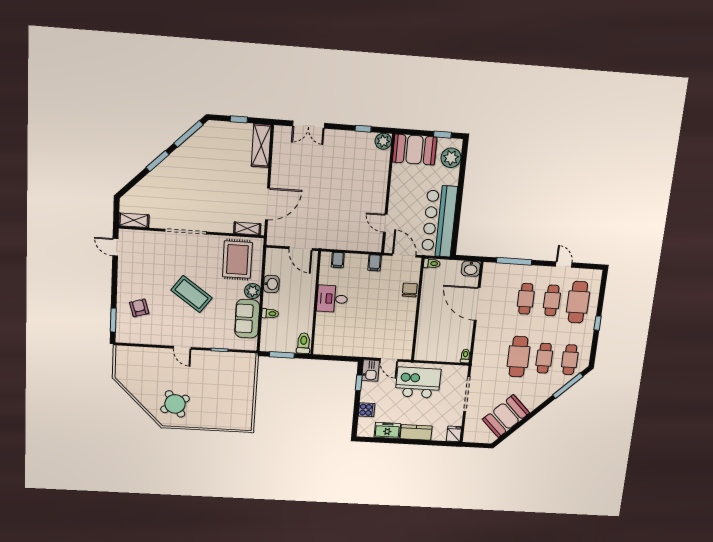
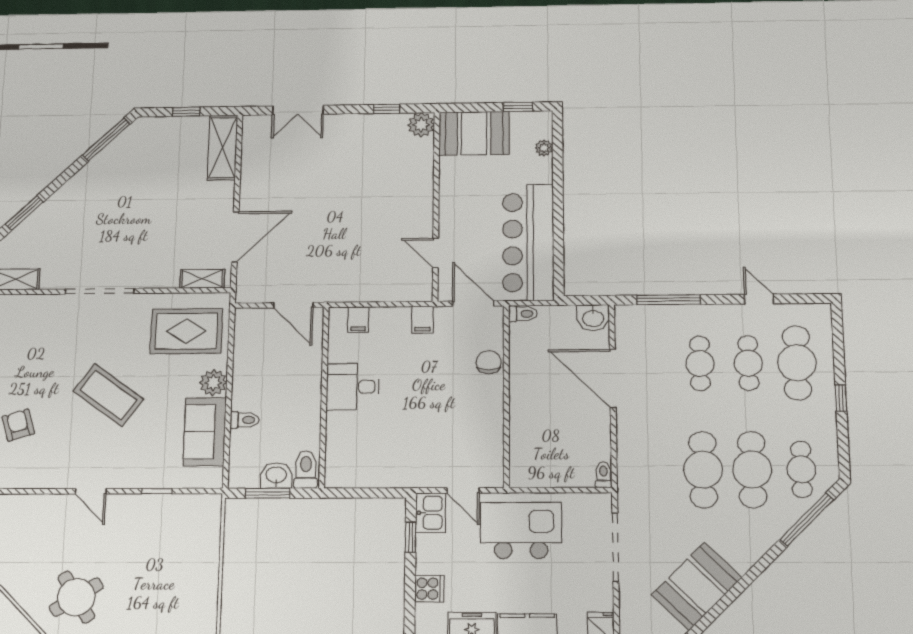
plant: (451, 158) -> (544, 148), width x0.53, depth x0.53
window: (158, 161) -> (24, 213), moved
rug: (237, 260) -> (186, 331), turned 90
washbasin: (271, 284) -> (276, 476), moved, turned -90
cafe table: (544, 358) -> (752, 469), width x1.37, depth x1.35

